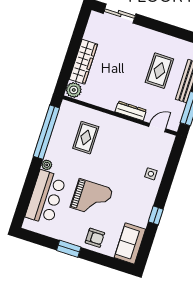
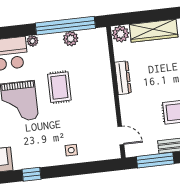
dresser: (131, 111) -> (123, 78), moved
plant: (59, 133) -> (71, 39), added
rug: (86, 138) -> (59, 87), moved, turned 90

